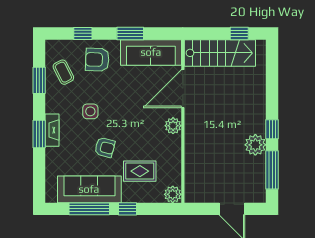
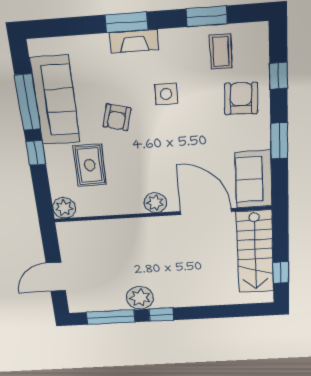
sofa: (151, 52) -> (254, 179), width x0.73
coffee table: (63, 72) -> (221, 52), turned -63

